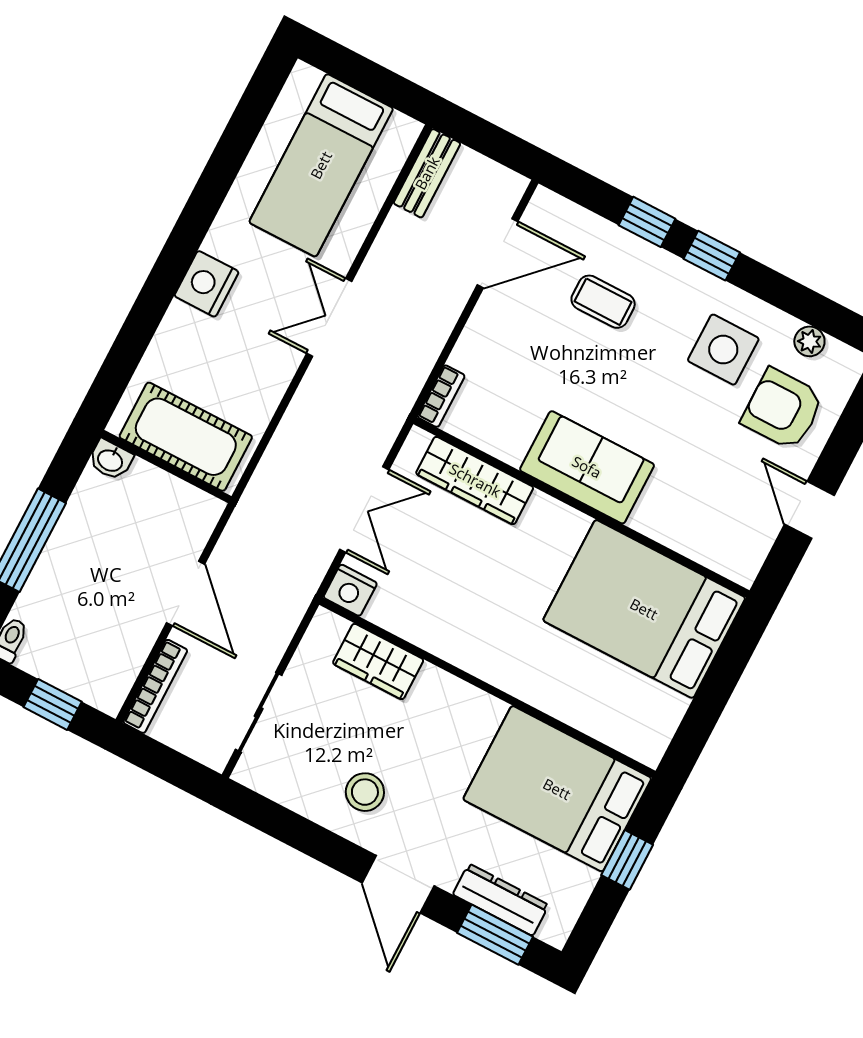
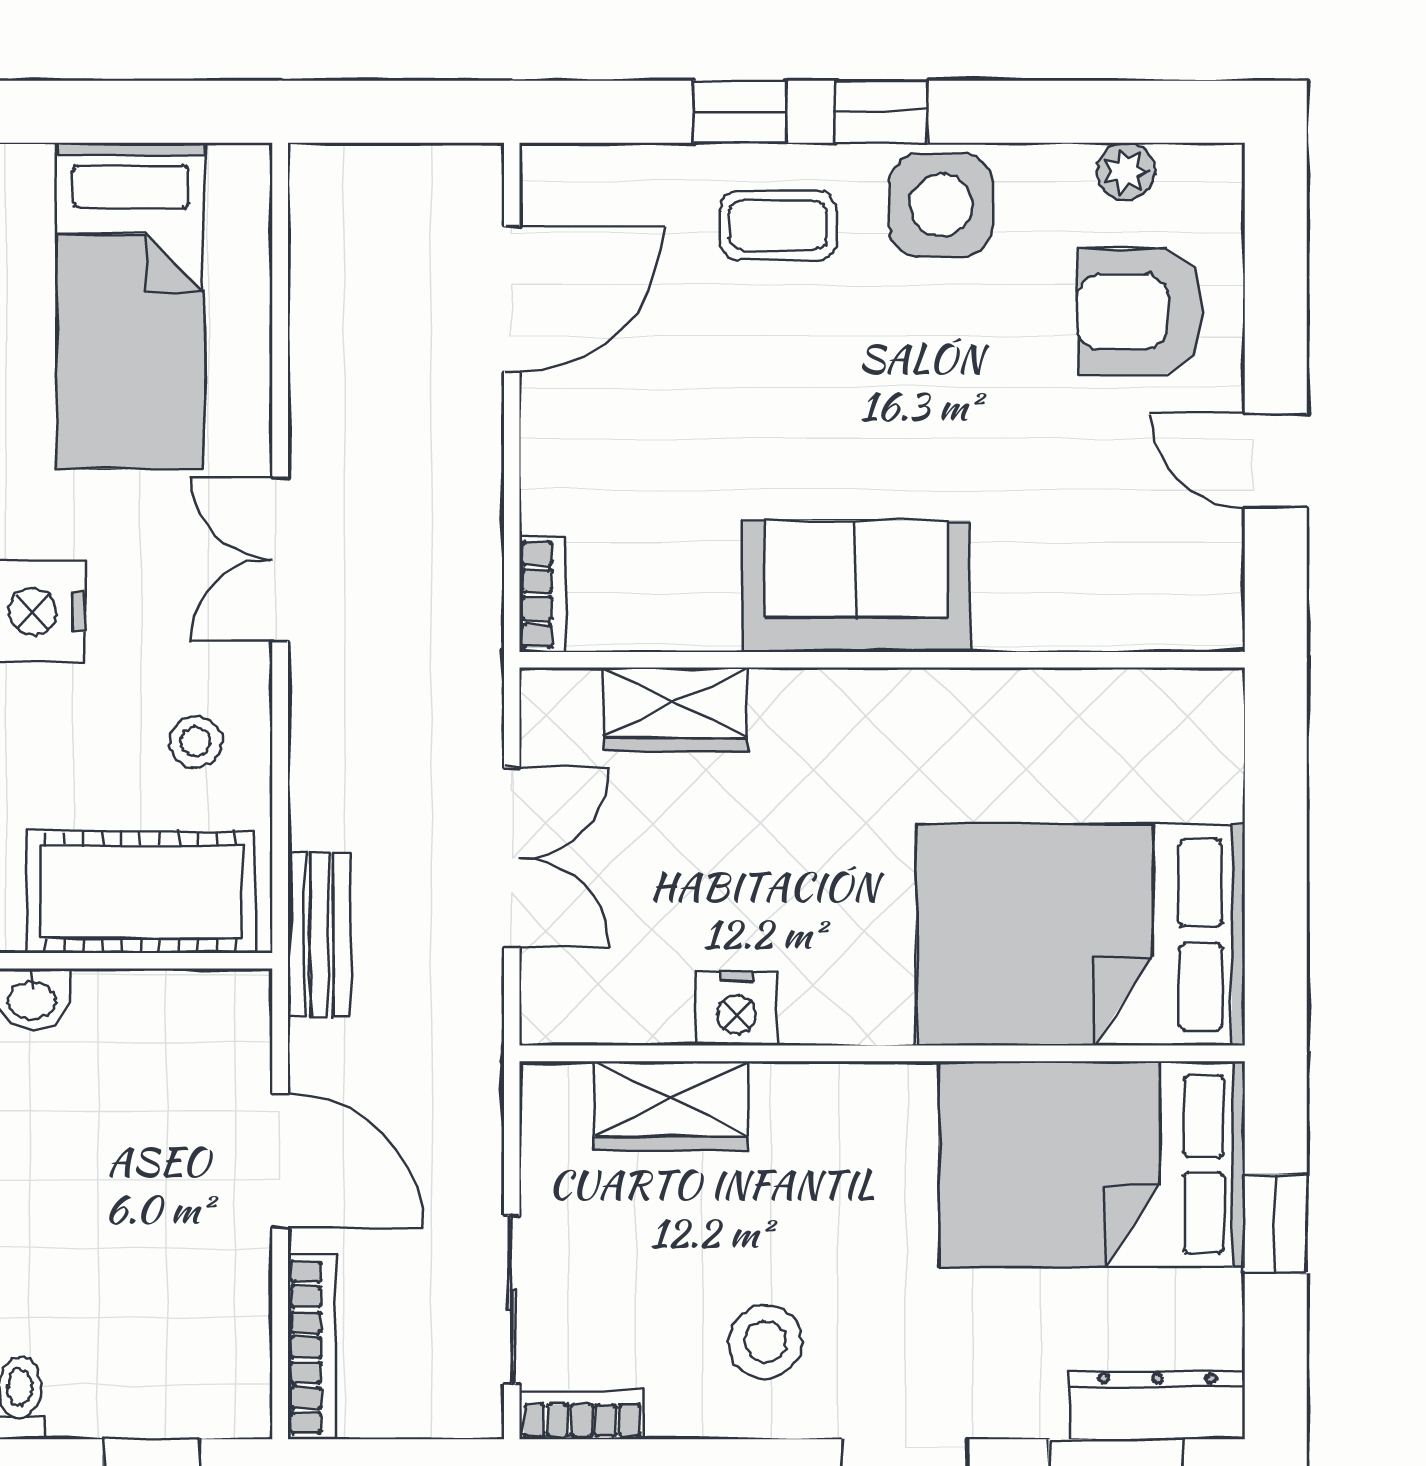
bench: (427, 173) -> (319, 934), moved
coffee table: (603, 302) -> (778, 225), moved
side table: (723, 350) -> (941, 205), moved
stool: (247, 381) -> (195, 742), added
wardrobe: (475, 480) -> (675, 709), width x0.67
nightstand: (350, 590) -> (737, 1009), moved
bed: (644, 609) -> (1081, 935), moved
bookcase: (263, 782) -> (582, 1414), added
dresser: (501, 900) -> (1157, 1405), moved

